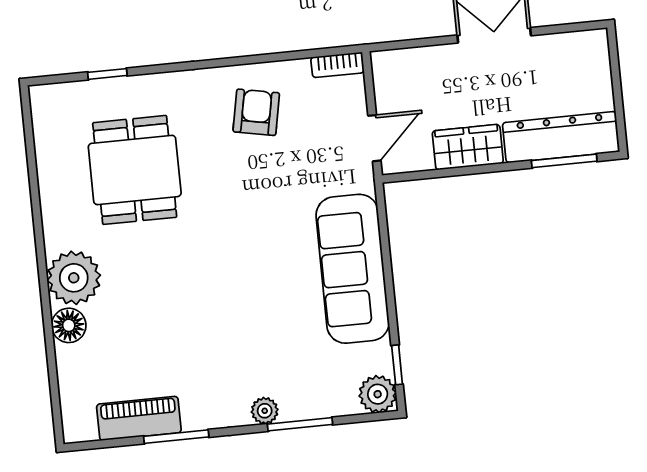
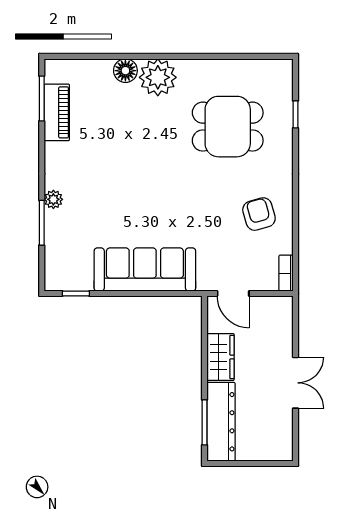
armchair: (256, 112) -> (259, 214), turned -117
plant: (378, 394) -> (57, 278), removed
window: (176, 437) -> (42, 98), moved

